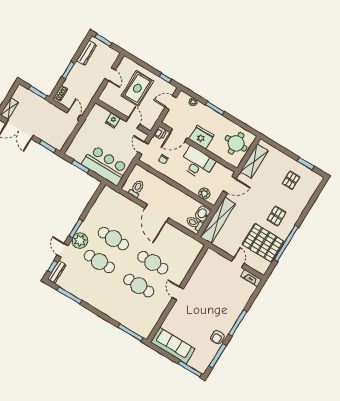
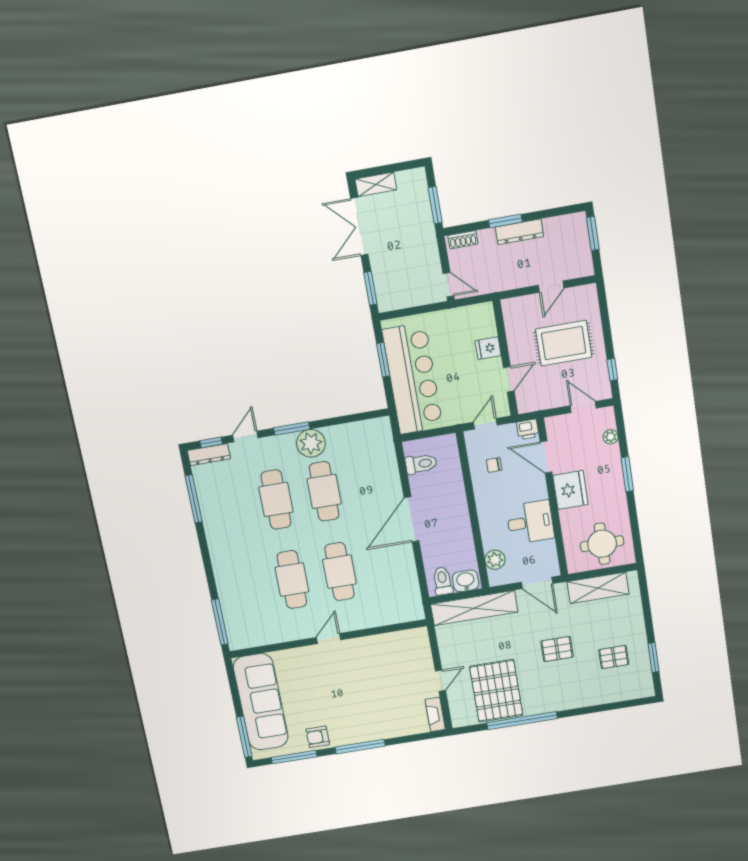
dresser: (87, 53) -> (519, 232), moved
door: (73, 114) -> (448, 285), hinge flipped
desk: (197, 163) -> (530, 522), width x0.73
bar counter: (105, 165) -> (413, 379), width x1.36
pallet: (276, 216) -> (557, 649), moved
plant: (80, 241) -> (311, 443), moved
sofa: (173, 346) -> (261, 702), width x1.36, depth x1.27

